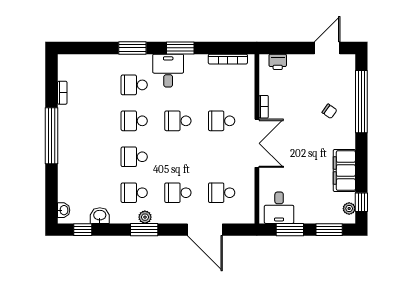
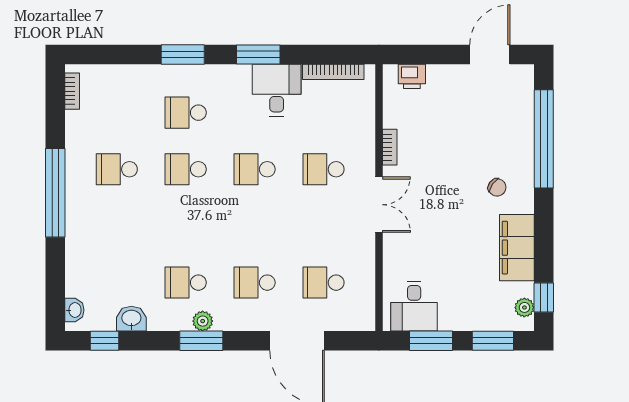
desk: (168, 71) -> (277, 90), moved
bookcase: (62, 93) -> (72, 91), moved
chair: (329, 111) -> (497, 187), moved
double door: (257, 143) -> (379, 205), width x0.73
school desk: (134, 157) -> (117, 169), moved

